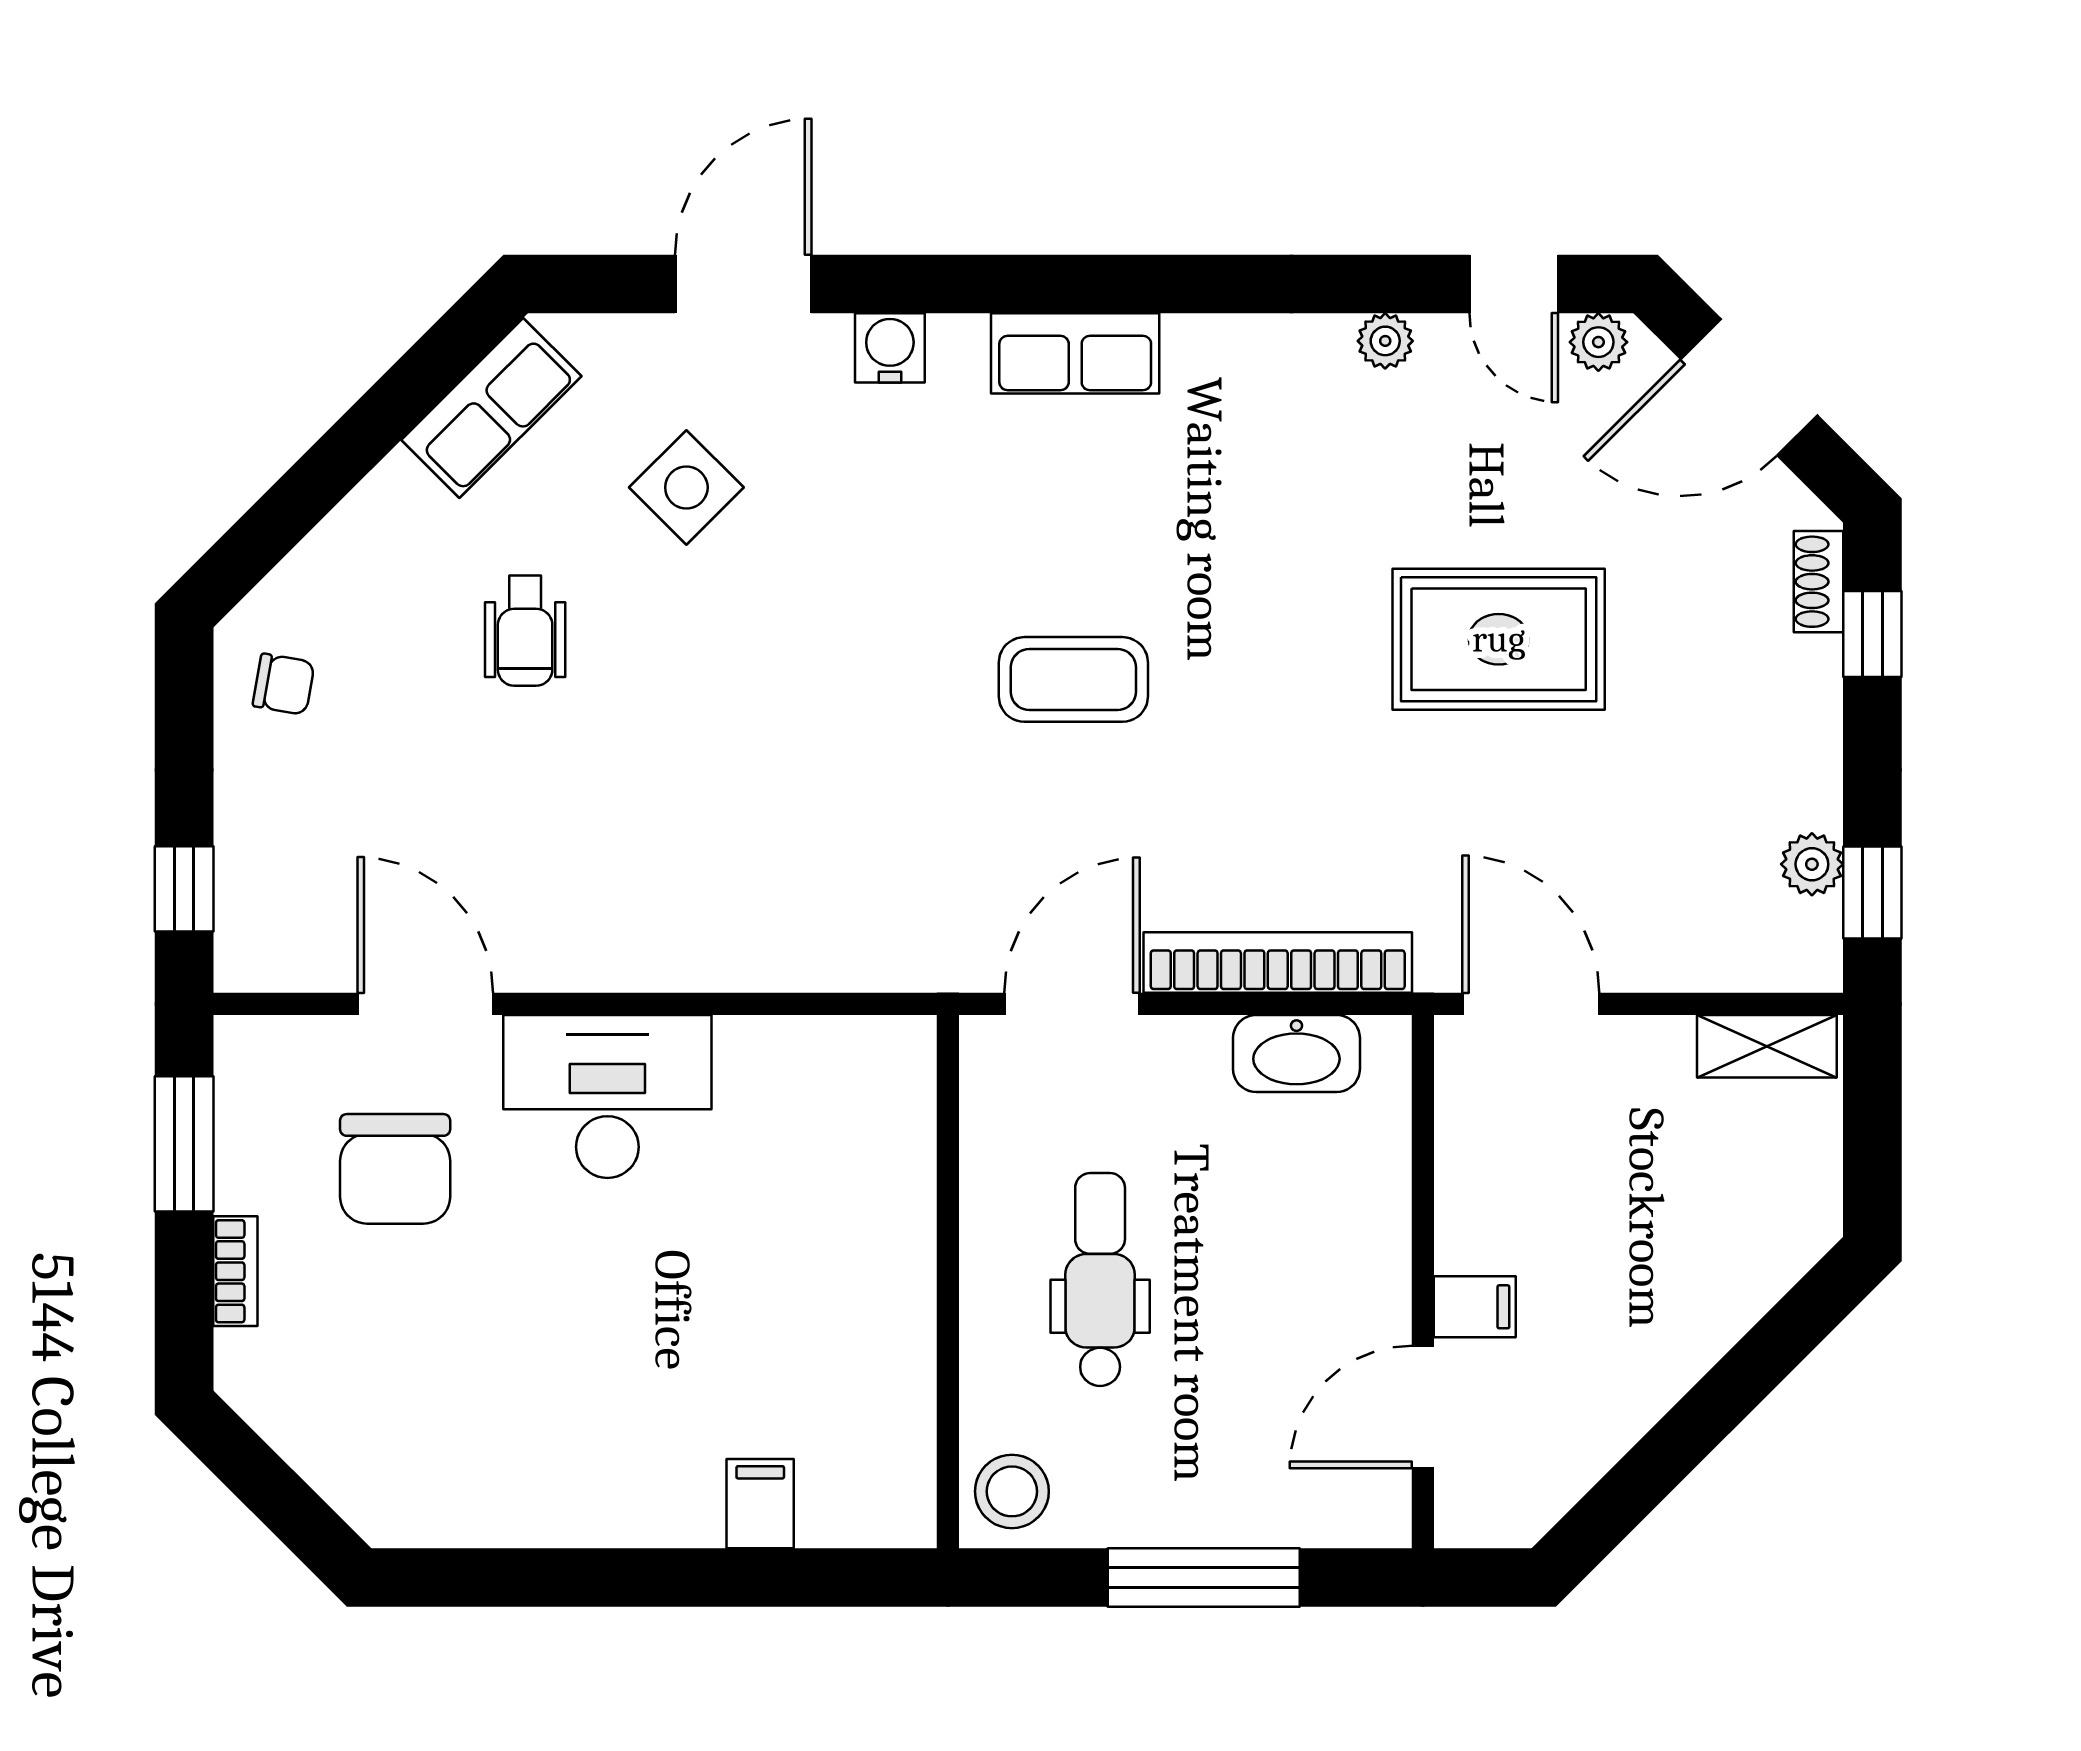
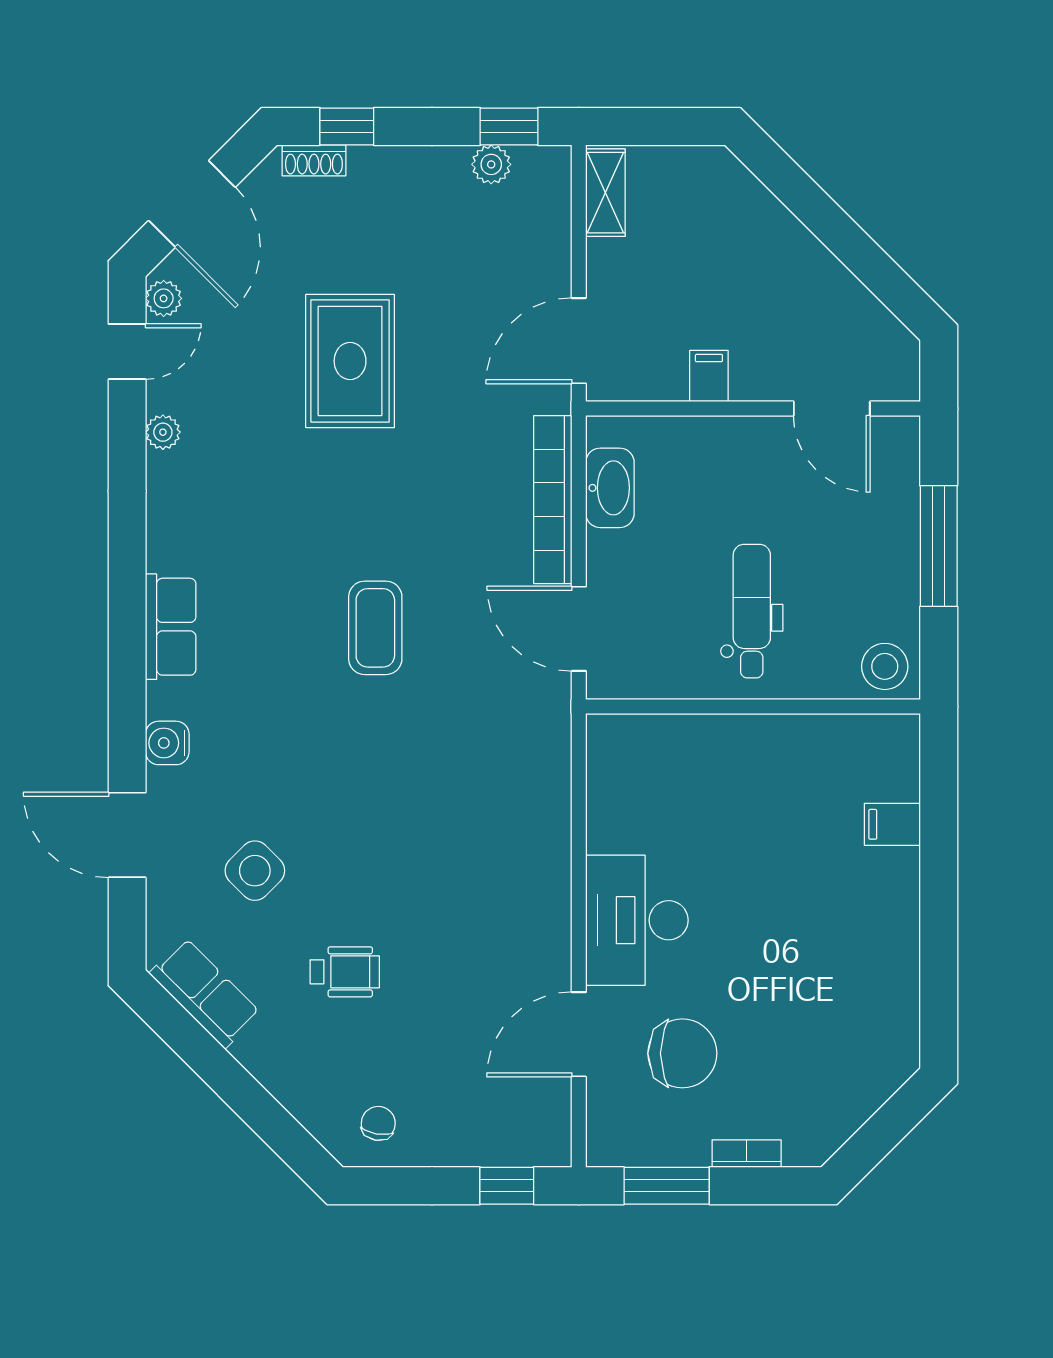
dental chair: (1100, 1280) -> (752, 611), turned 90
filing cabinet: (1475, 1307) -> (709, 376), moved

